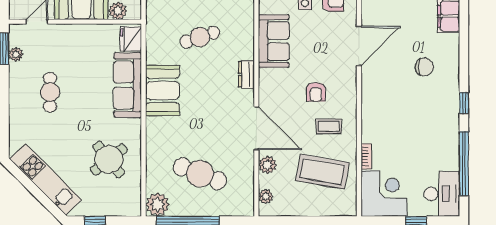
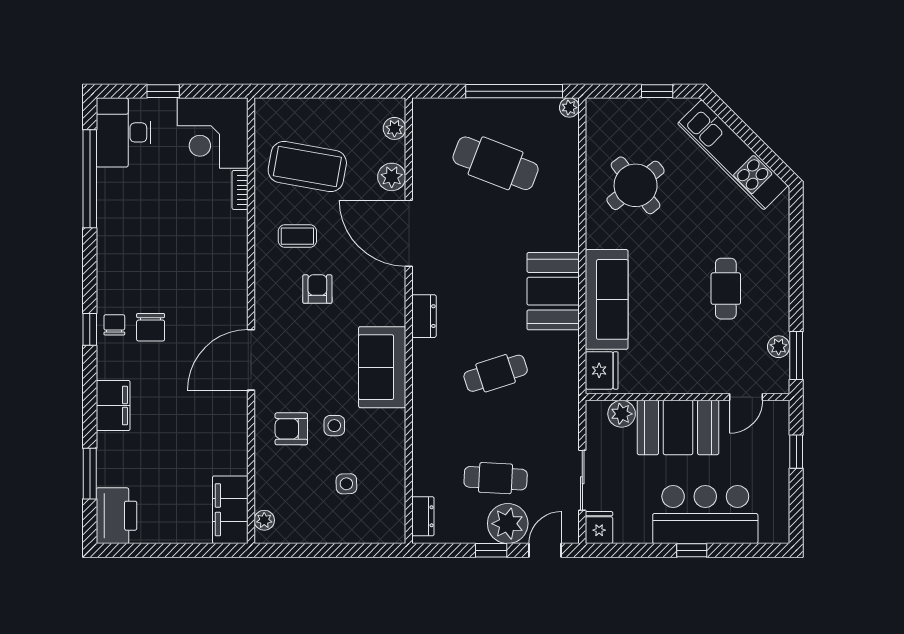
chair: (424, 67) -> (151, 327), turned -90
chair: (448, 69) -> (114, 325), added
window: (464, 103) -> (90, 329), moved
plant: (157, 204) -> (569, 108), width x0.53, depth x0.53

